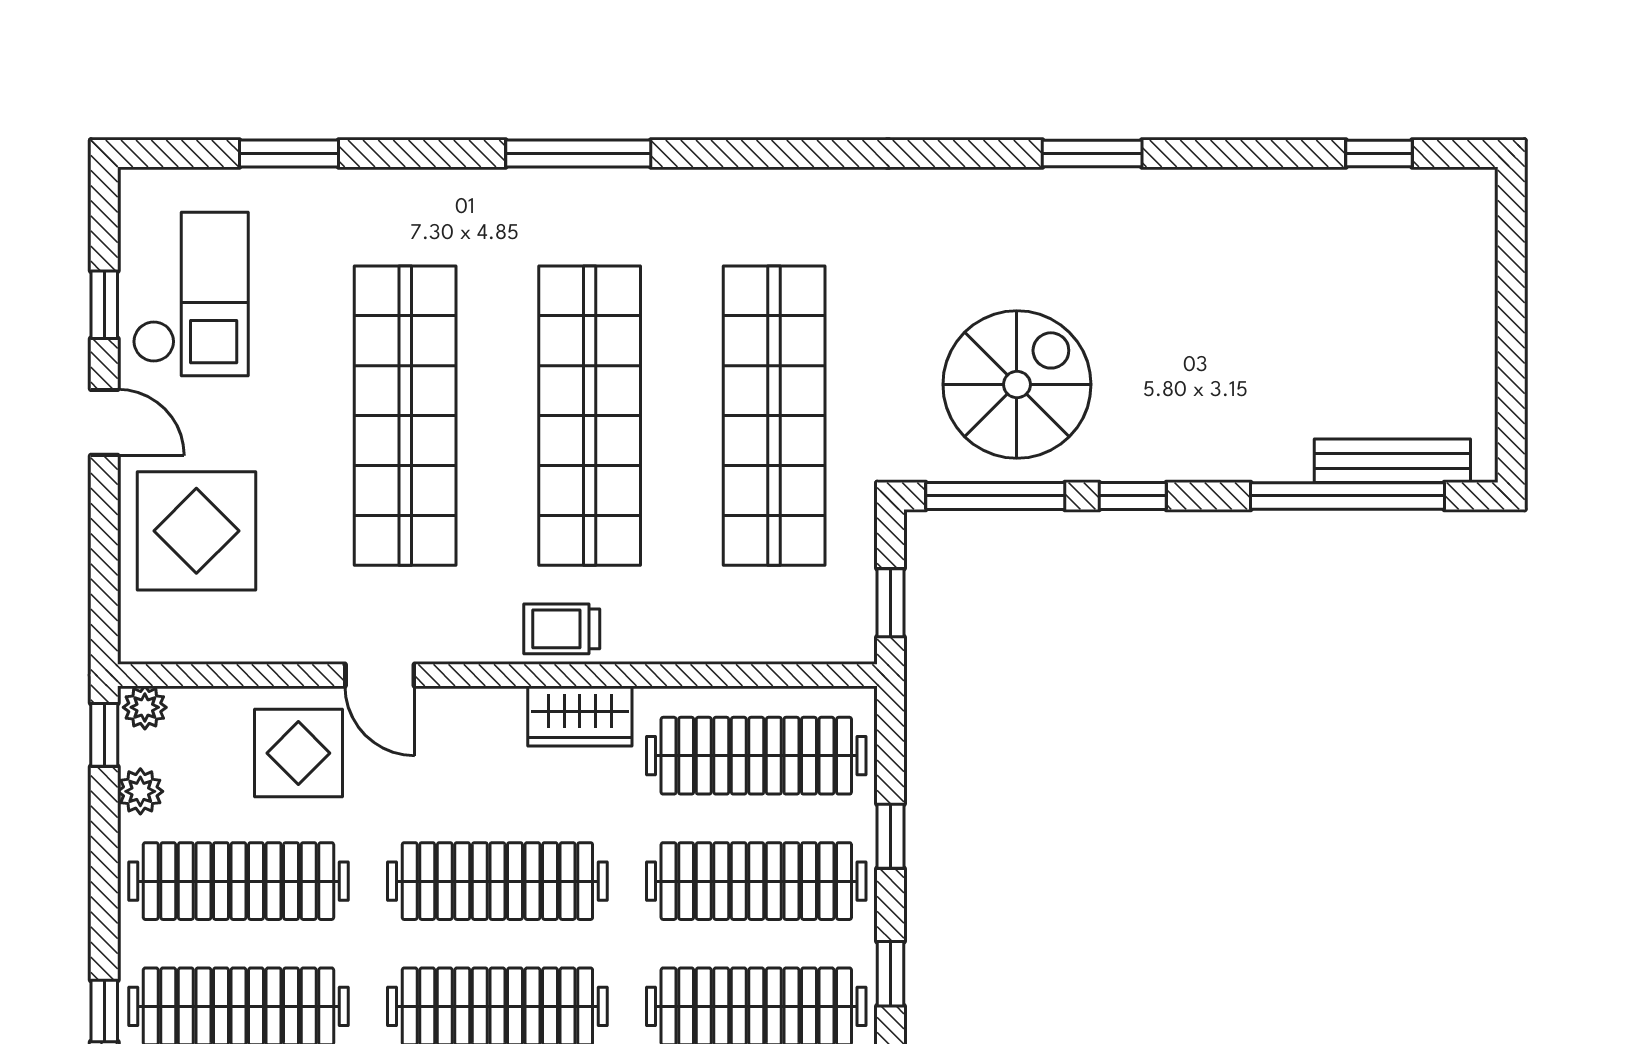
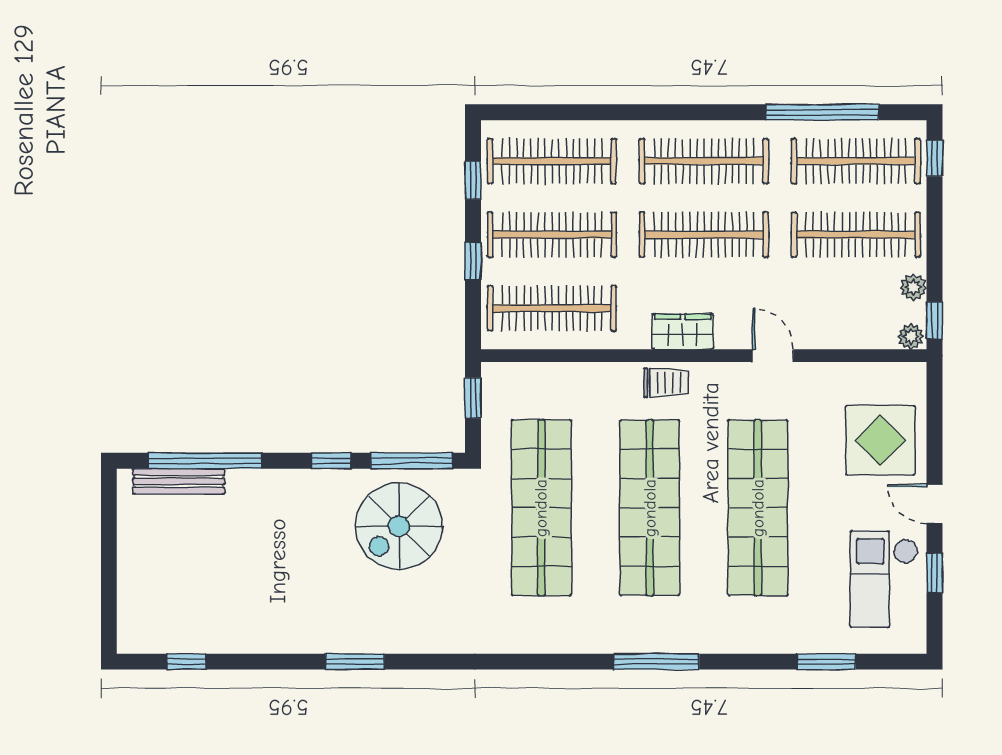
wardrobe: (580, 716) -> (683, 332), moved
display table: (298, 753) -> (821, 310), removed

